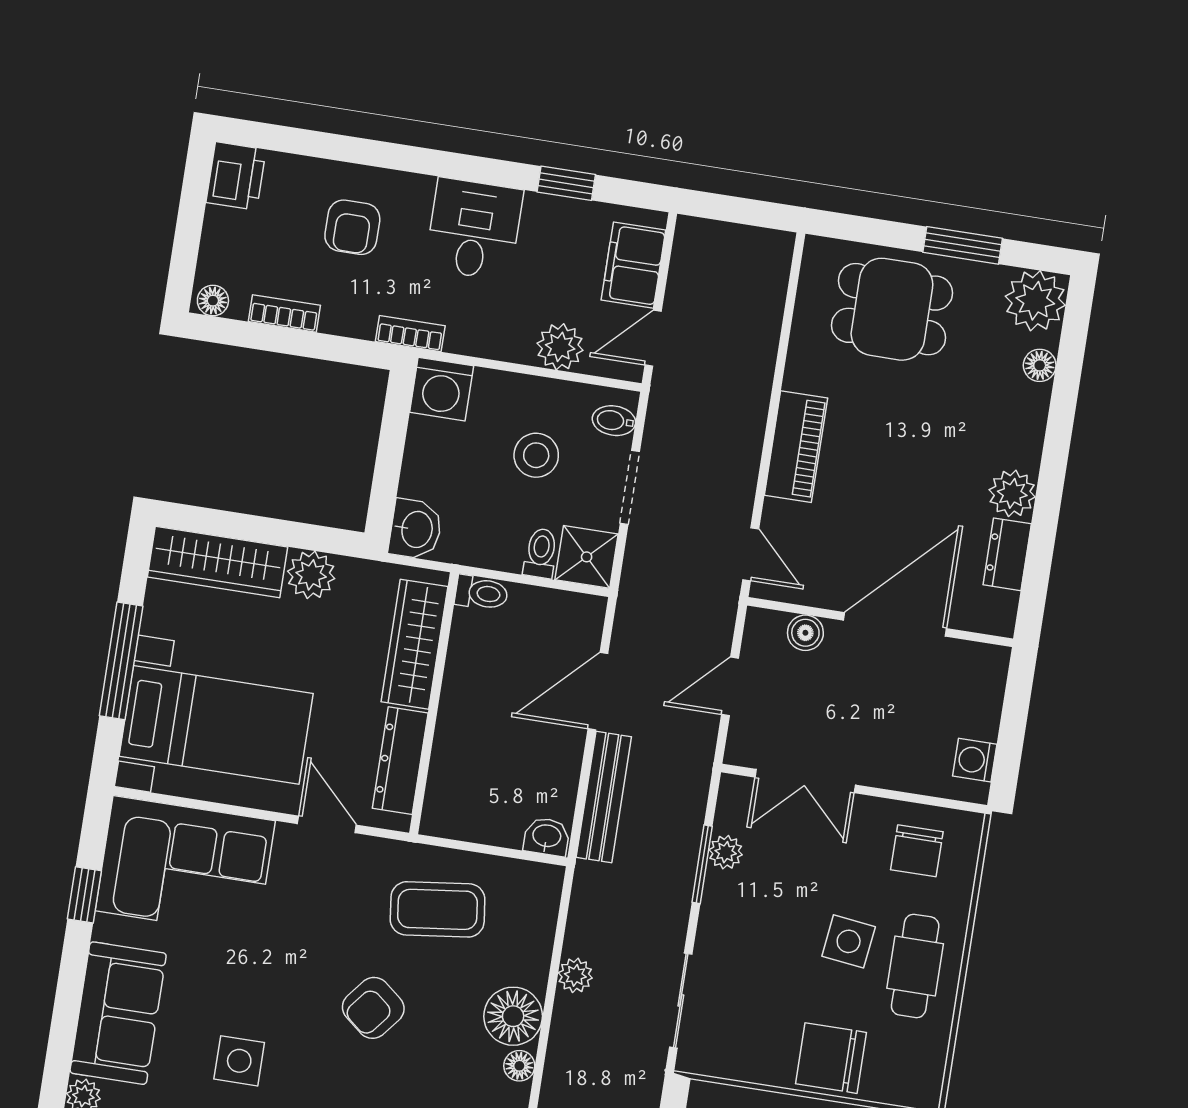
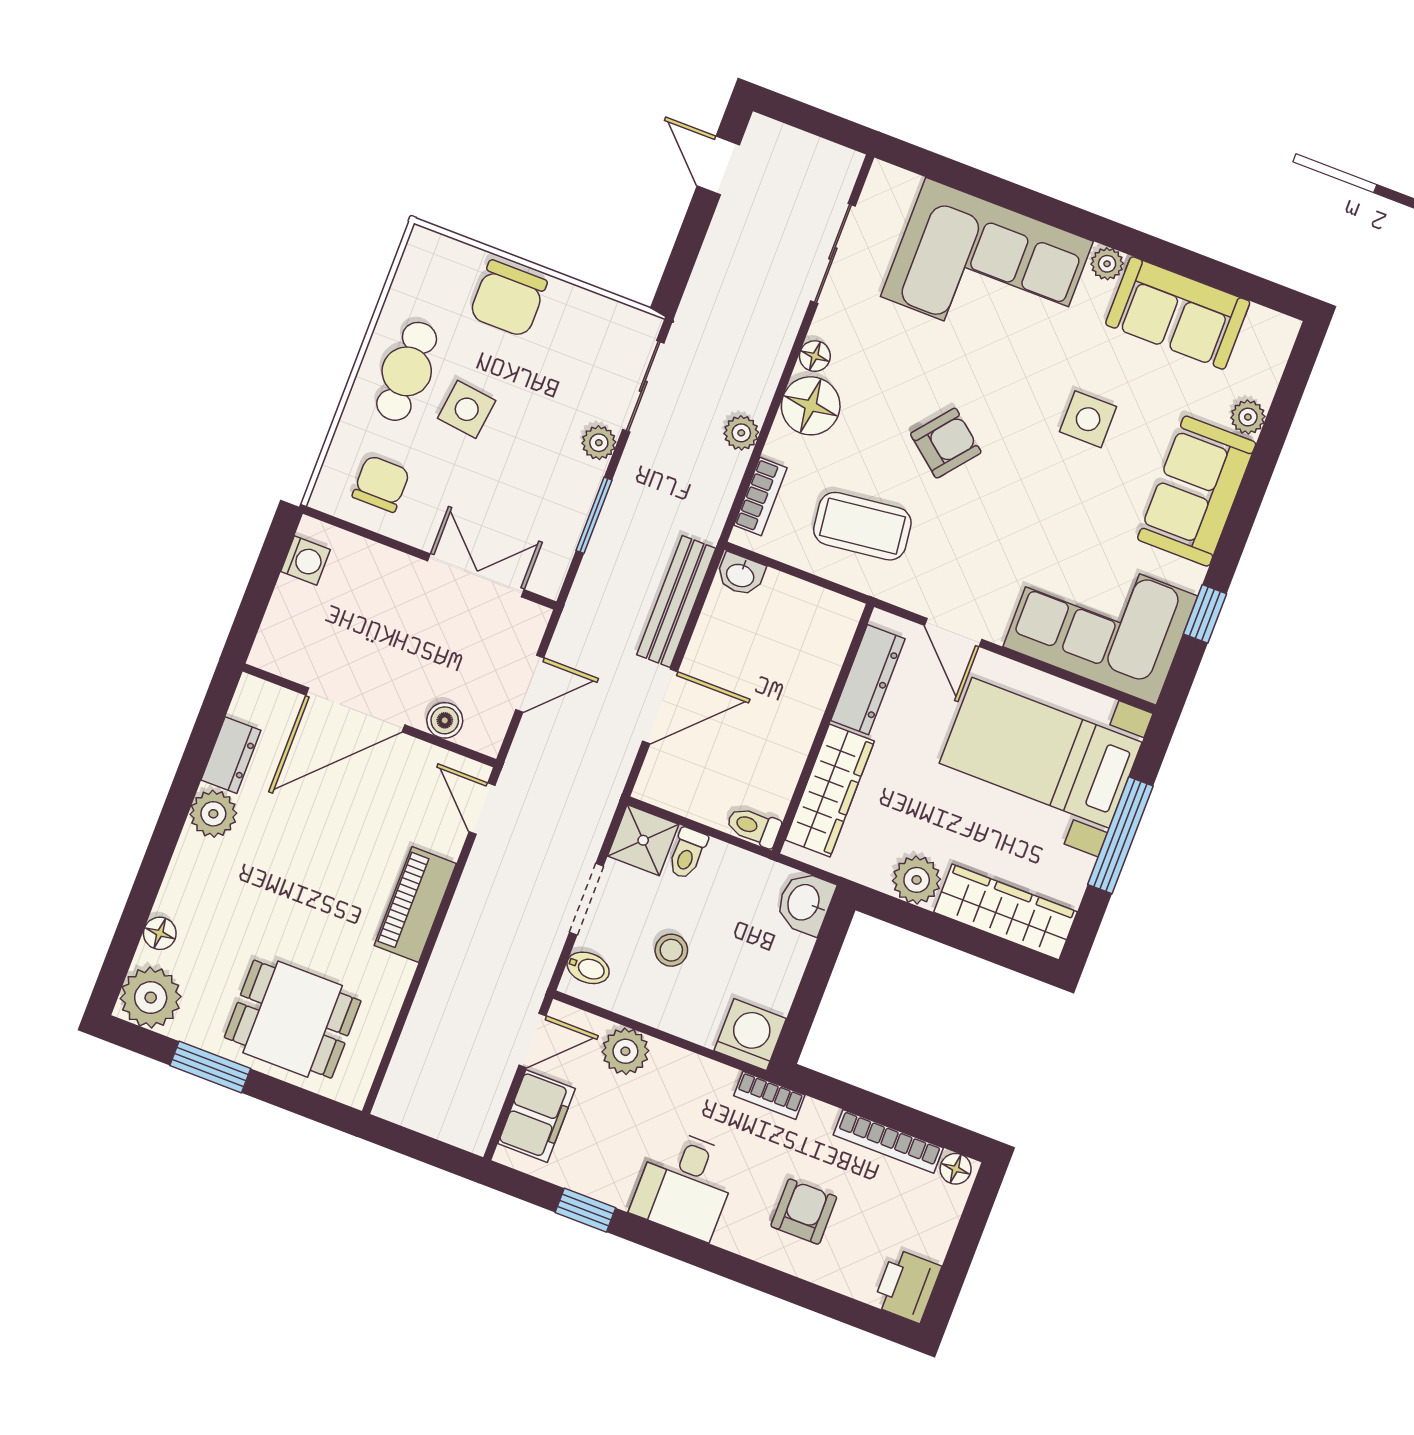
bookcase: (284, 313) -> (888, 1141), width x1.56
stool: (536, 455) -> (671, 950), width x0.73, depth x0.73
plant: (726, 852) -> (599, 443), moved
bookcase: (543, 917) -> (760, 496), added
chair: (831, 1058) -> (508, 299), turned 90

